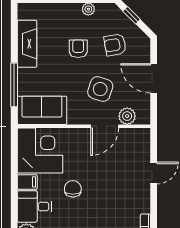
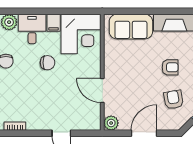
window: (14, 85) -> (138, 11), removed
side table: (100, 89) -> (135, 87), removed
sofa: (42, 110) -> (131, 27), moved, turned 90
plant: (127, 116) -> (111, 123), moved

